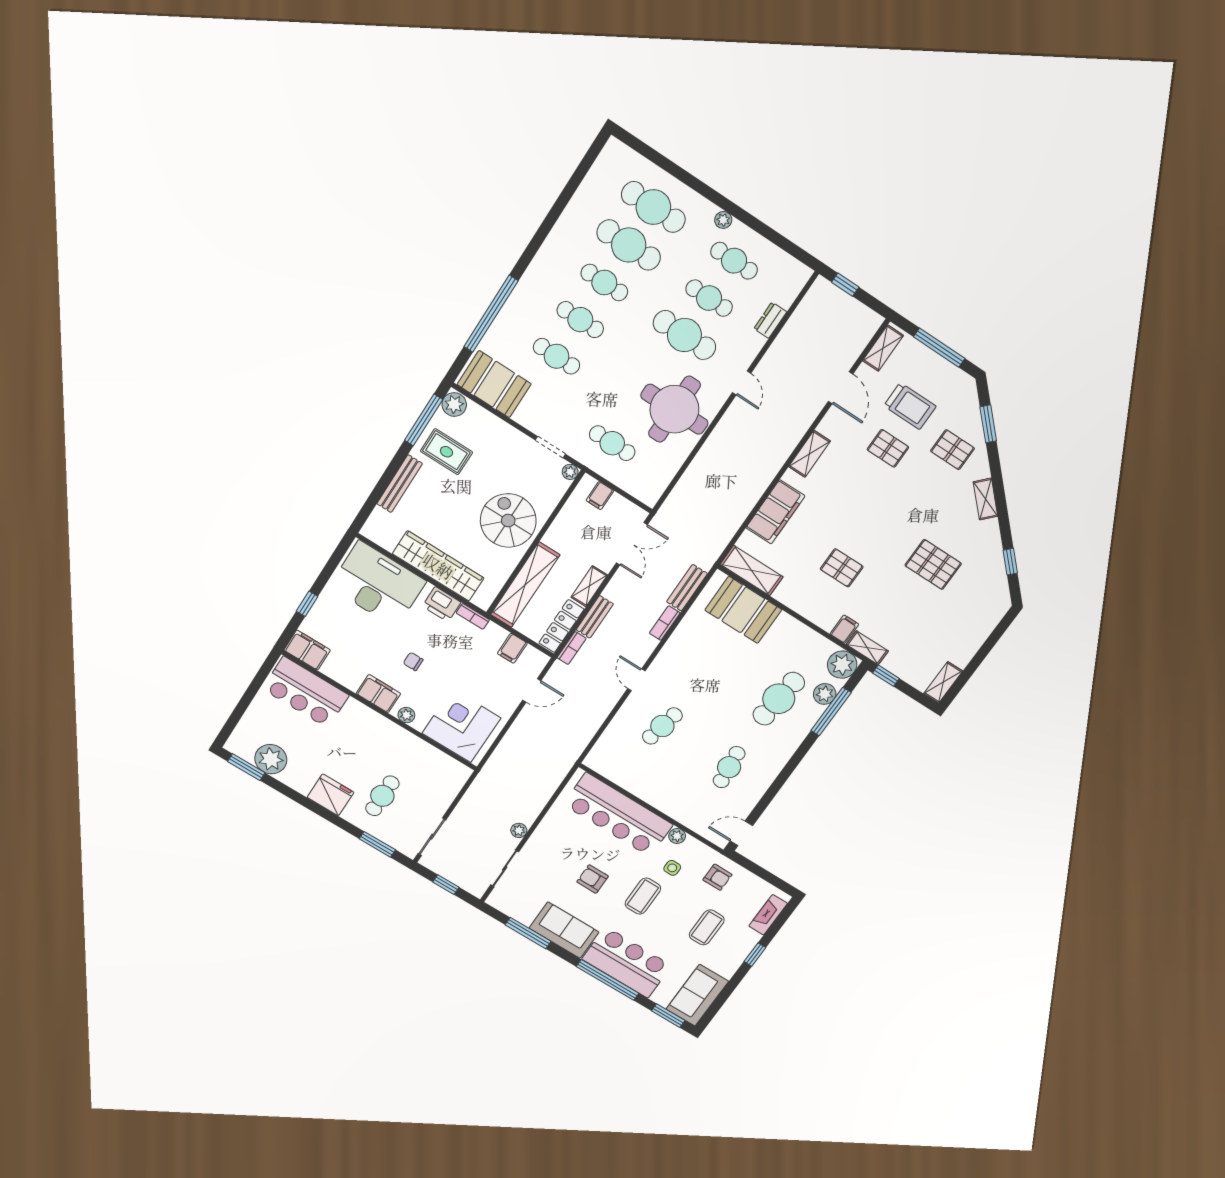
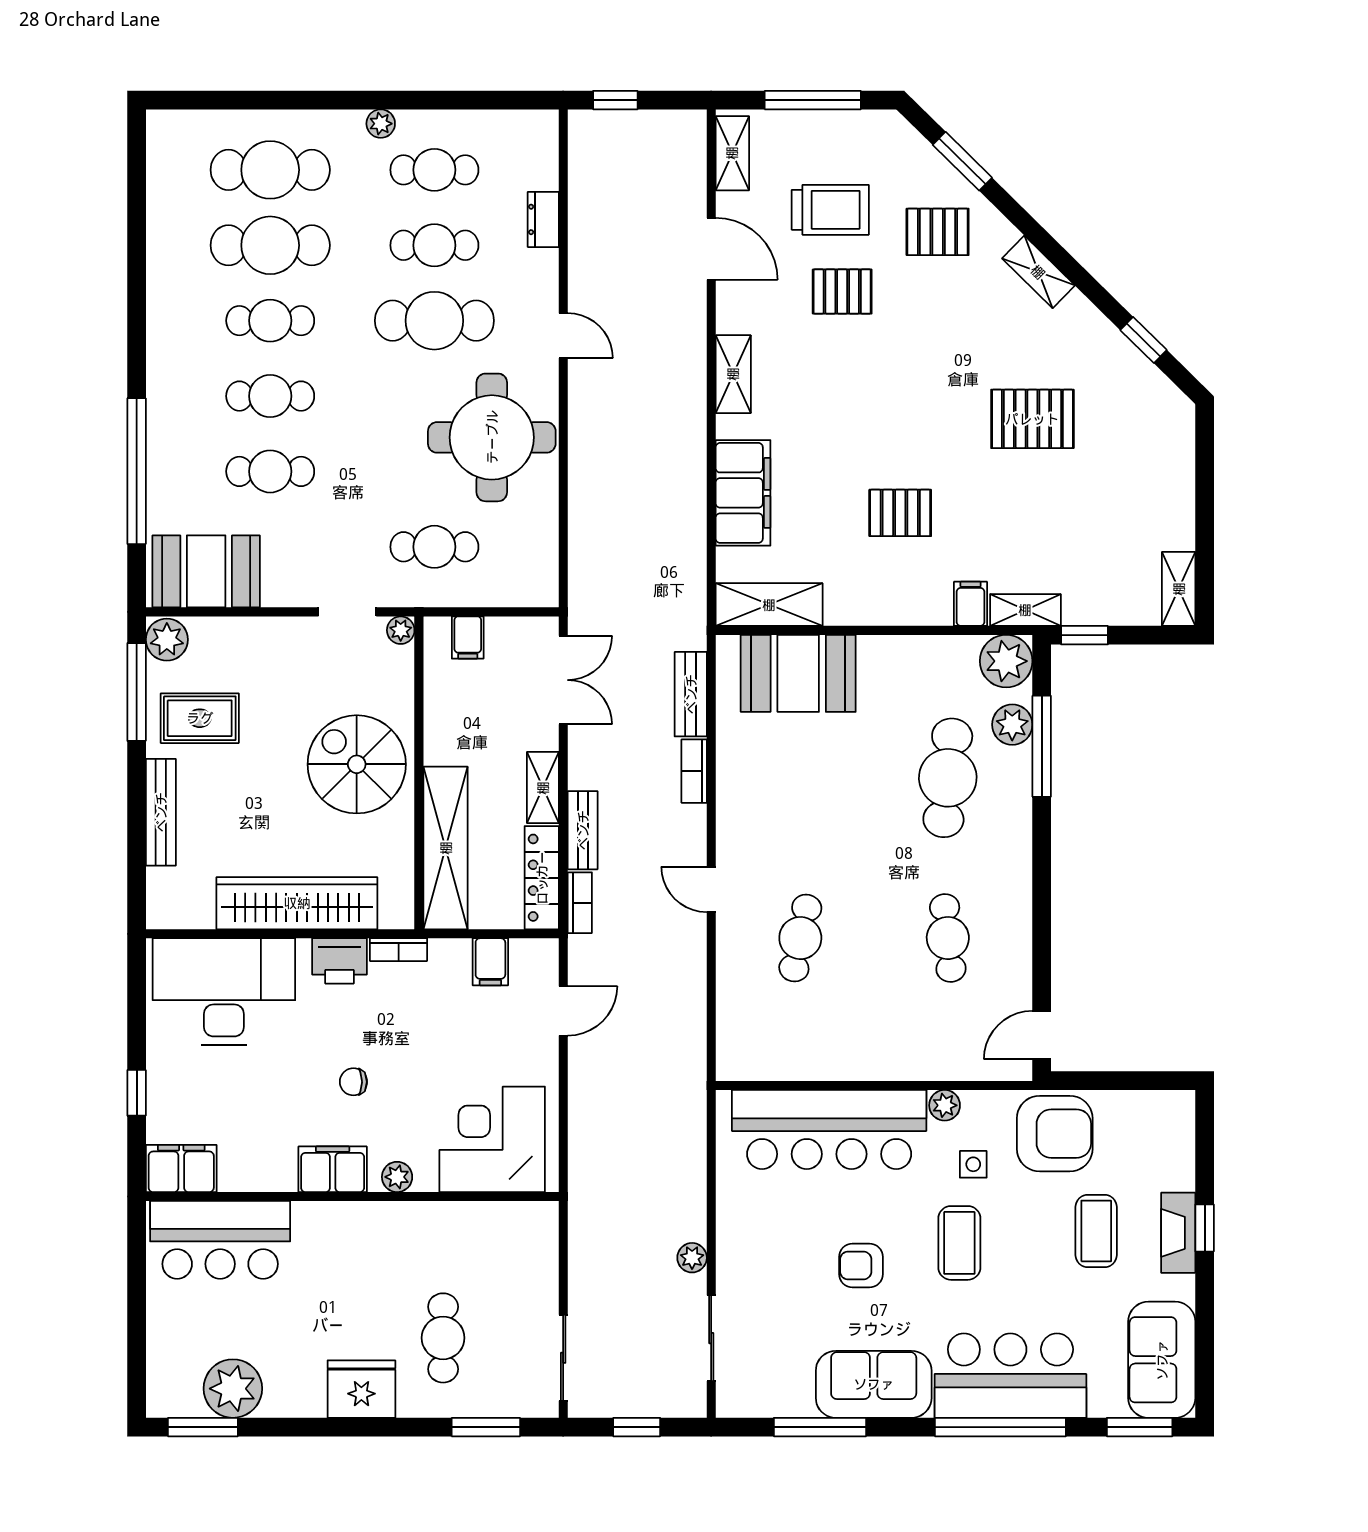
armchair: (717, 877) -> (1055, 1134), width x1.88, depth x1.88
fireplace: (768, 915) -> (1178, 1233), moved

